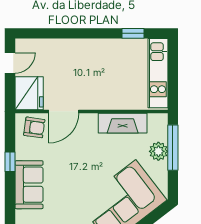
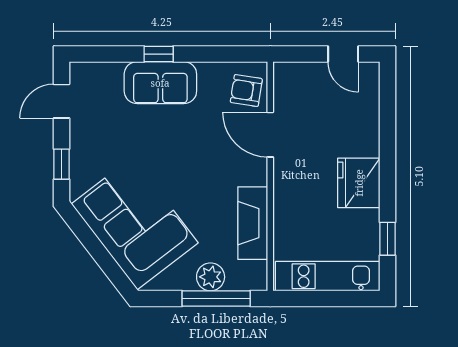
fridge: (29, 93) -> (359, 183), moved, turned 90
armchair: (34, 127) -> (246, 91), turned 91
window: (10, 162) -> (159, 54), moved

